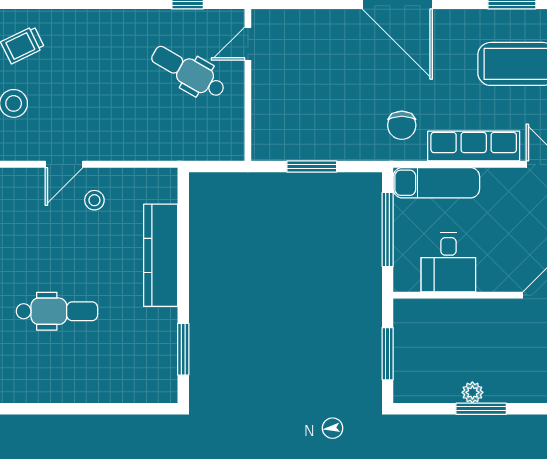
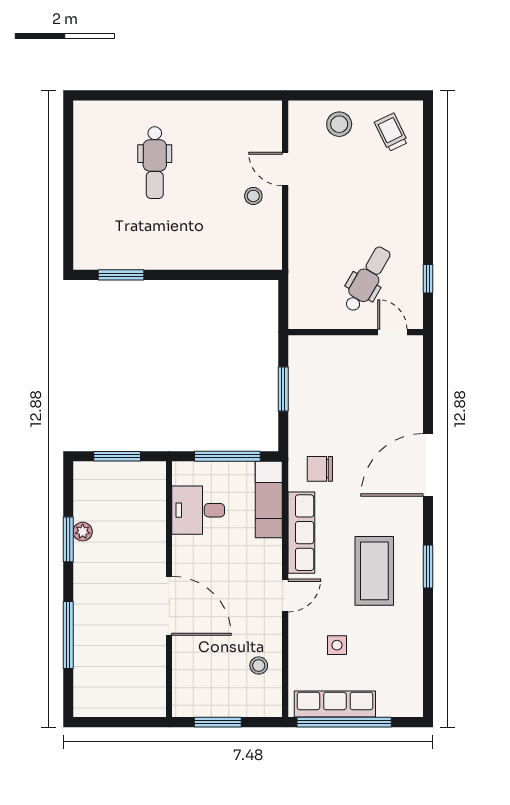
kitchen counter: (161, 255) -> (204, 255), removed

